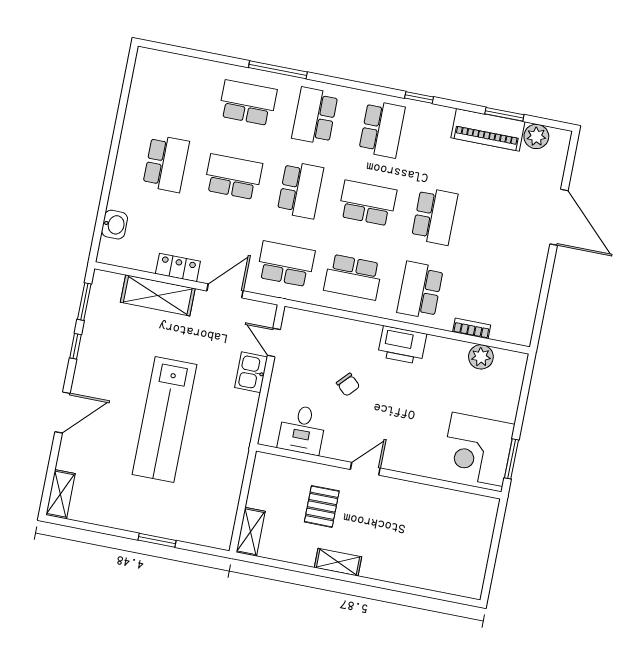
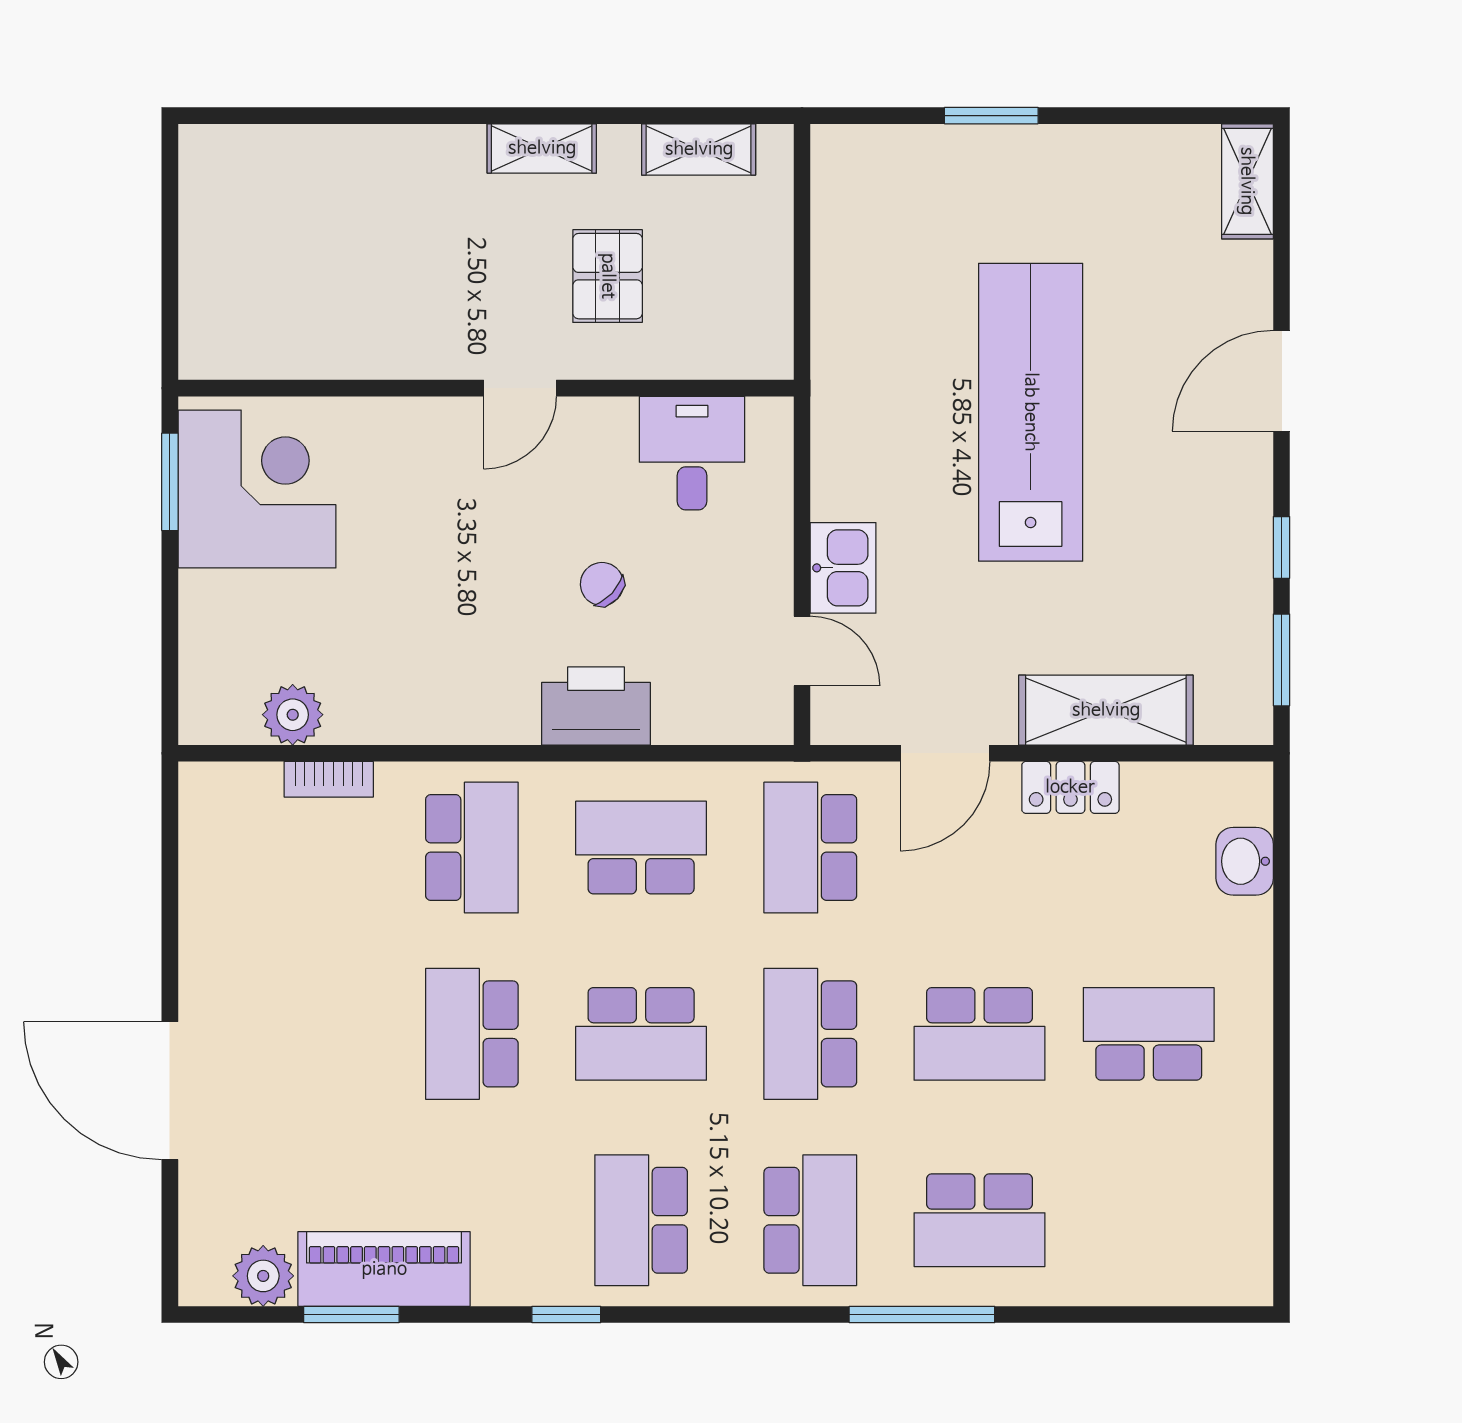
school desk: (166, 164) -> (1149, 1034), turned 90
school desk: (286, 264) -> (810, 848), turned 90
printer: (402, 345) -> (596, 706), moved
shelving: (251, 532) -> (699, 149), moved, turned 90

